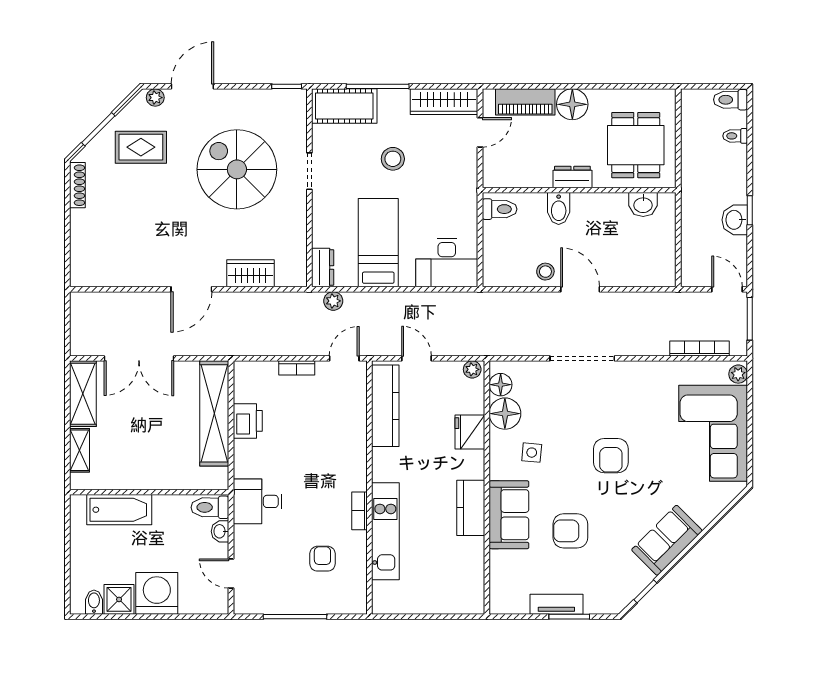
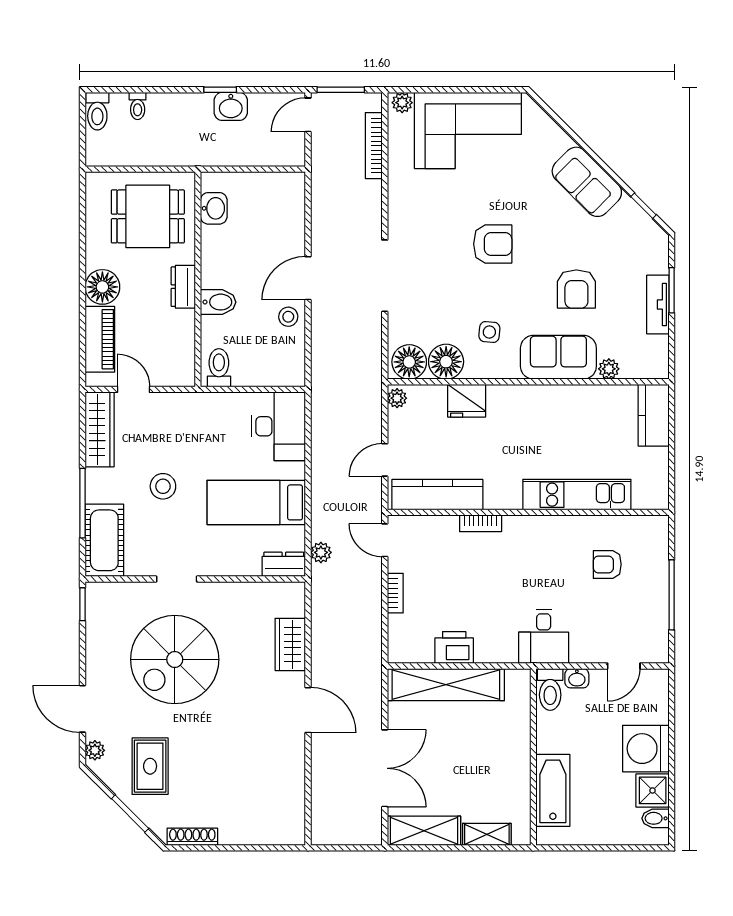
floor lamp: (501, 385) -> (409, 362), width x1.38, depth x1.38
kitchen counter: (471, 508) -> (654, 415), moved, turned 90
bookcase: (359, 511) -> (481, 523), moved
plant: (499, 560) -> (609, 369), added

